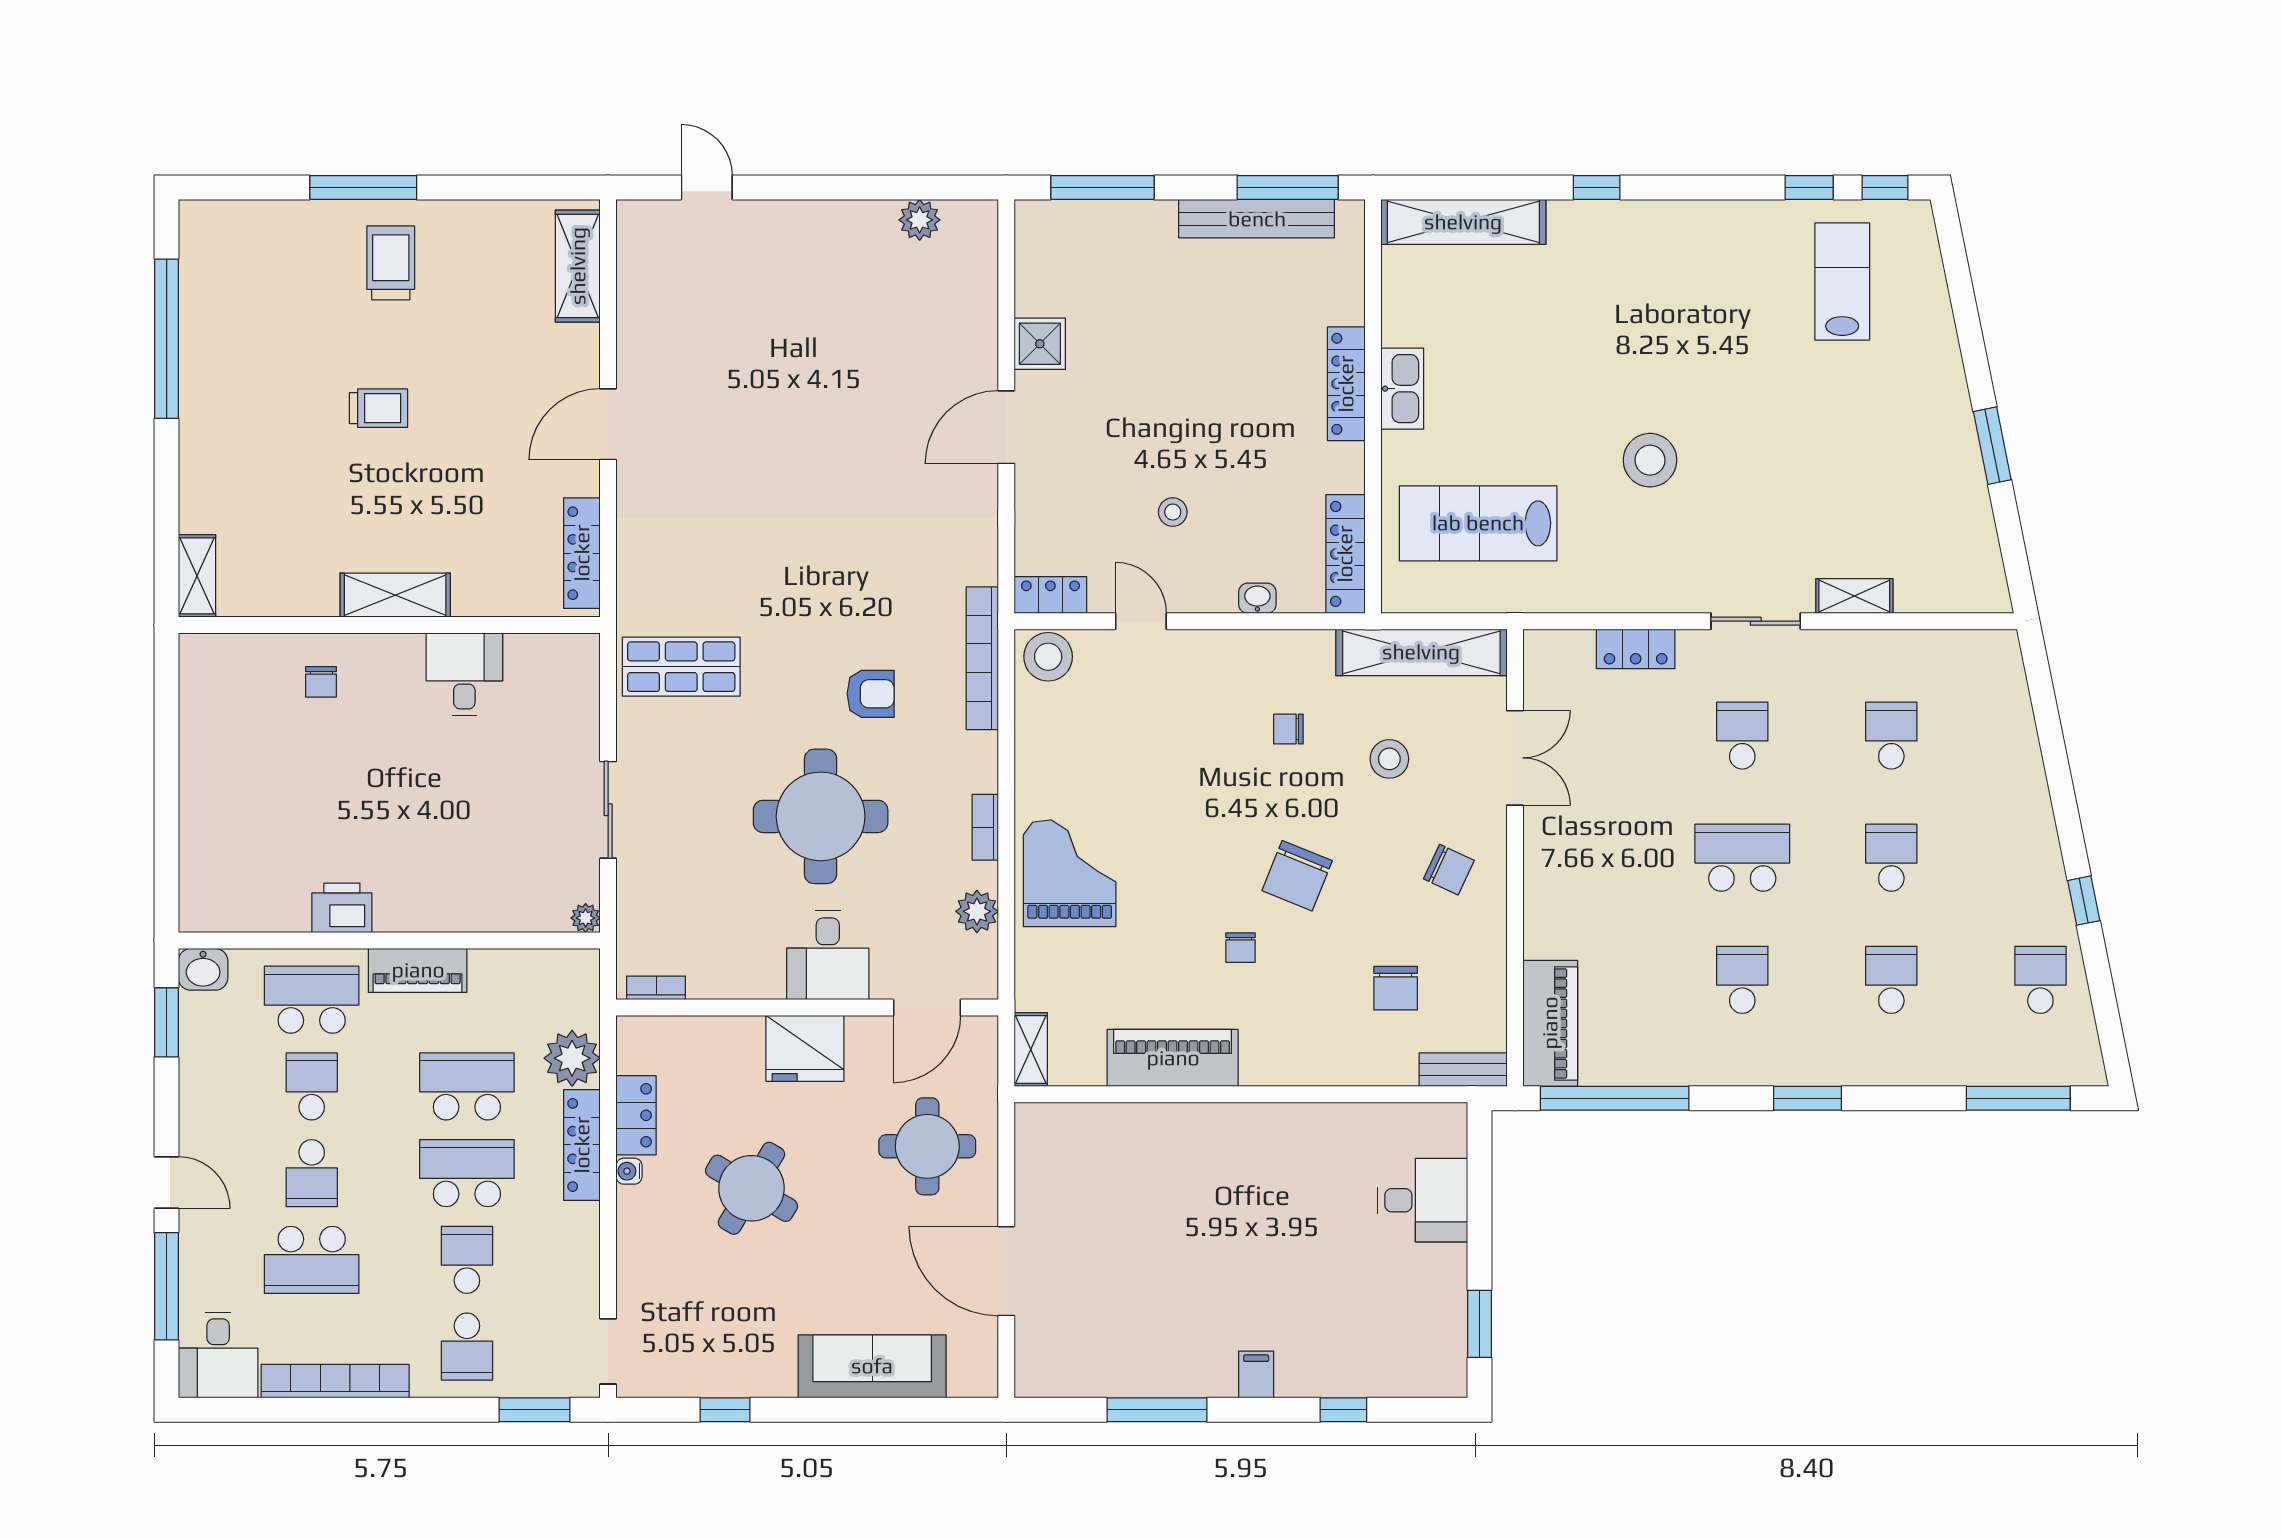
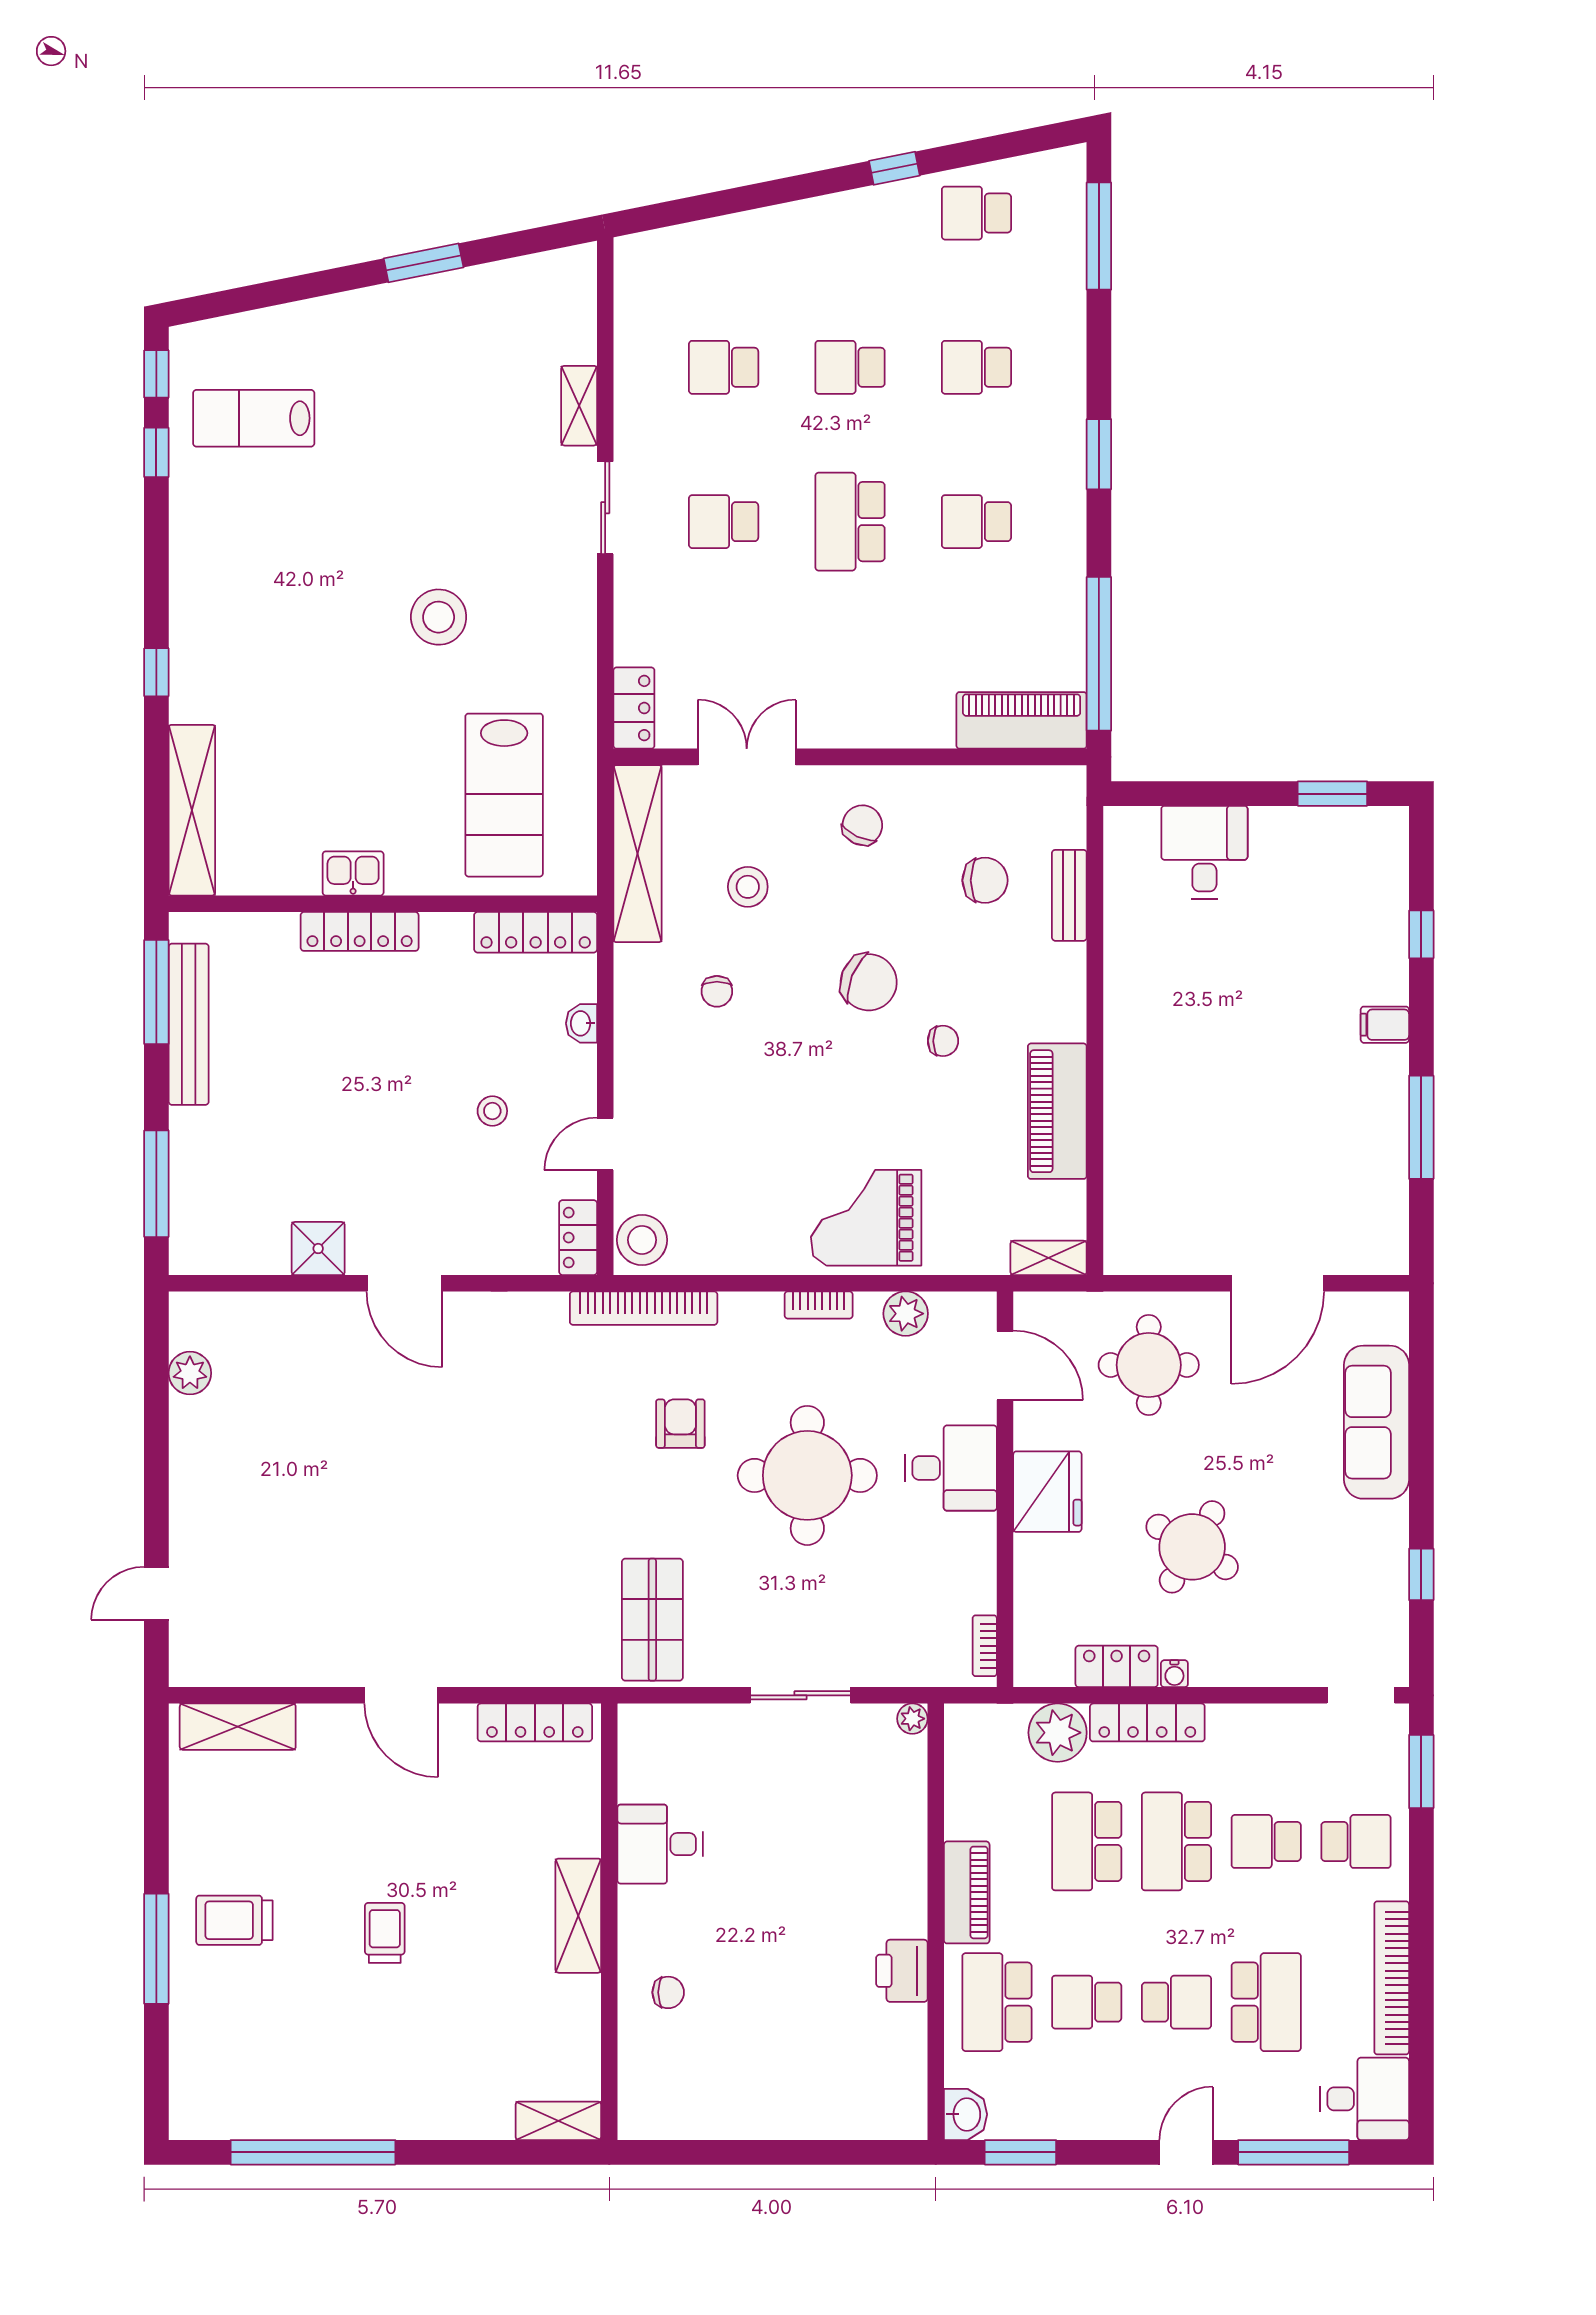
kitchen sink: (1402, 389) -> (353, 873), width x0.73
locker: (1636, 649) -> (634, 708), moved
bench: (1463, 1070) -> (1069, 895), moved

